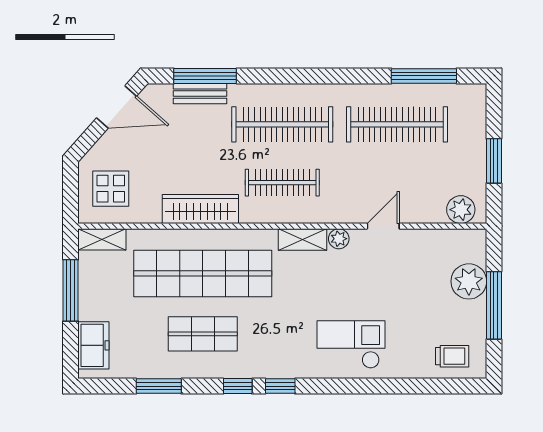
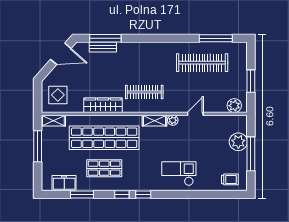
clothes rail: (282, 124) -> (144, 63), removed
freezer: (93, 345) -> (64, 183), moved, turned -90

